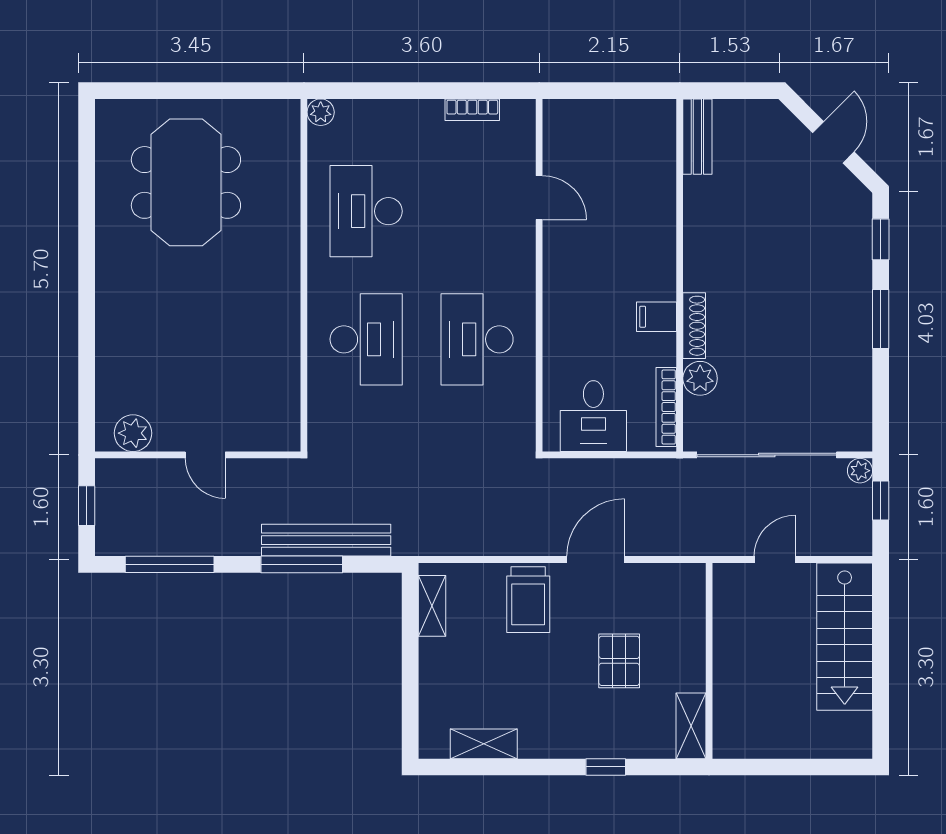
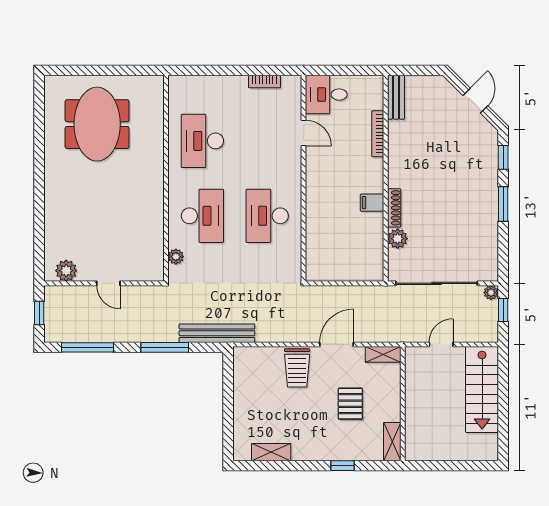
plant: (321, 112) -> (176, 257), moved
bookcase: (666, 407) -> (378, 134), moved
desk: (593, 416) -> (326, 95), moved, turned 90
bench: (326, 540) -> (217, 333), moved
shelving: (432, 606) -> (383, 354), moved, turned 90

